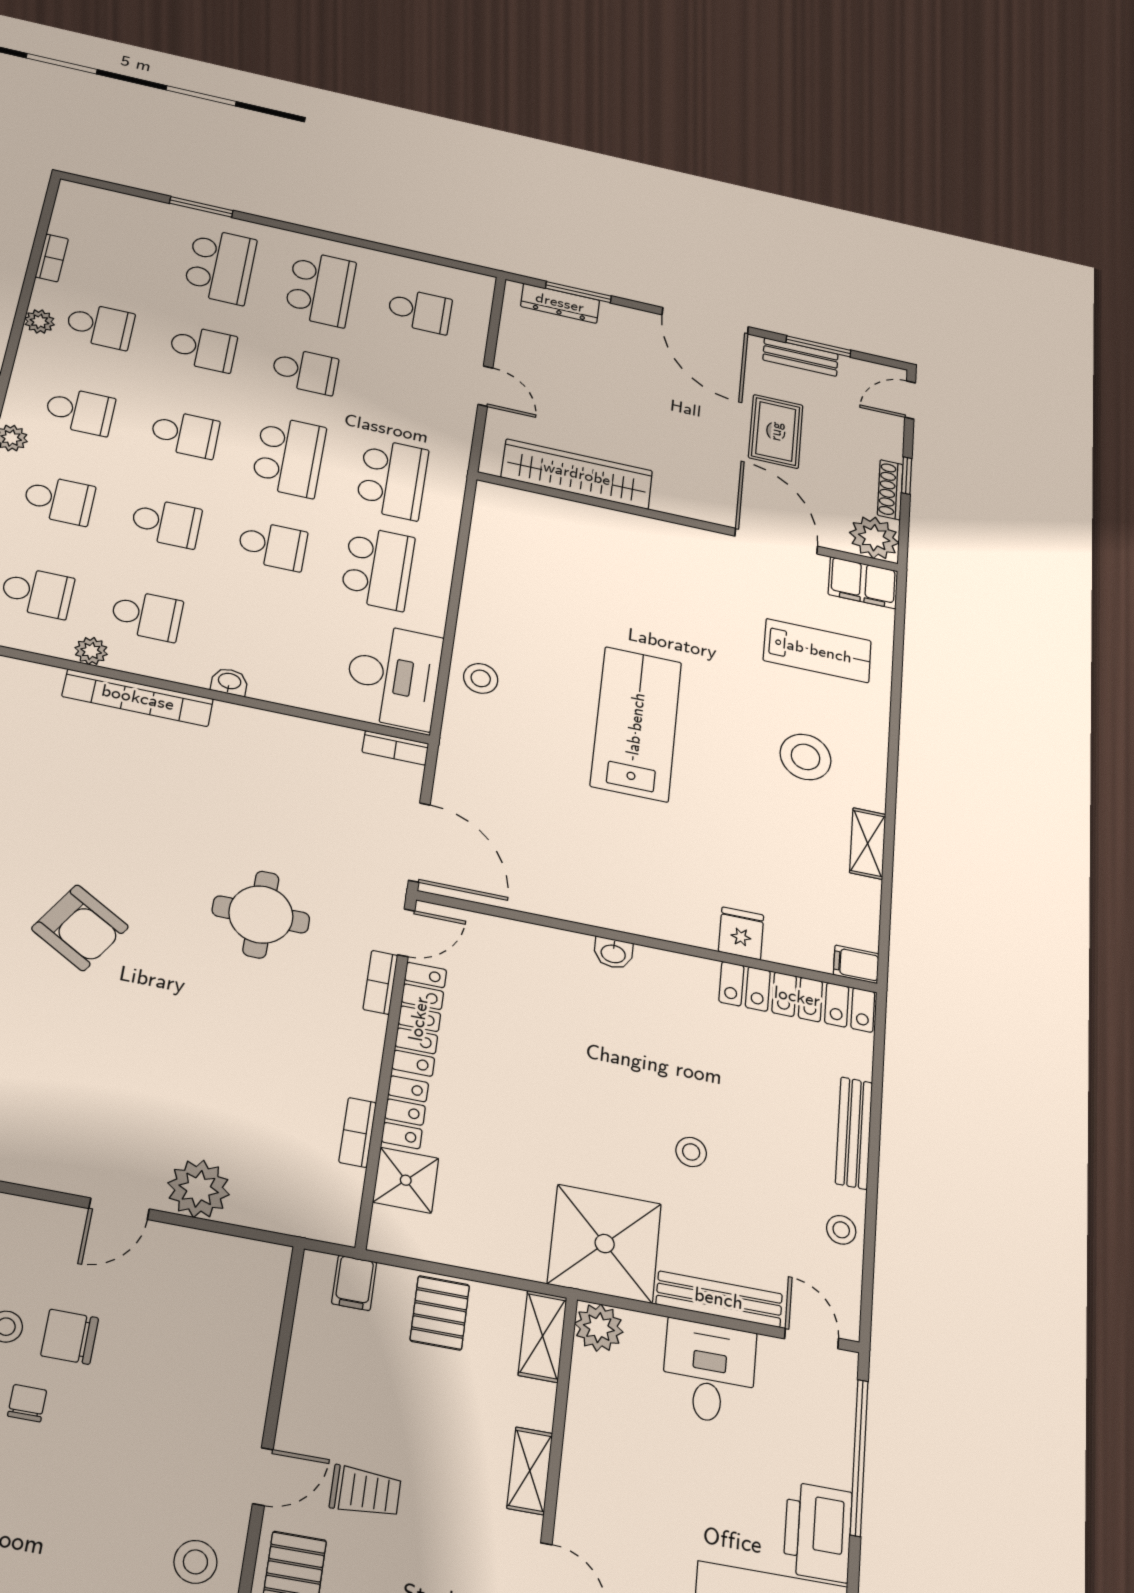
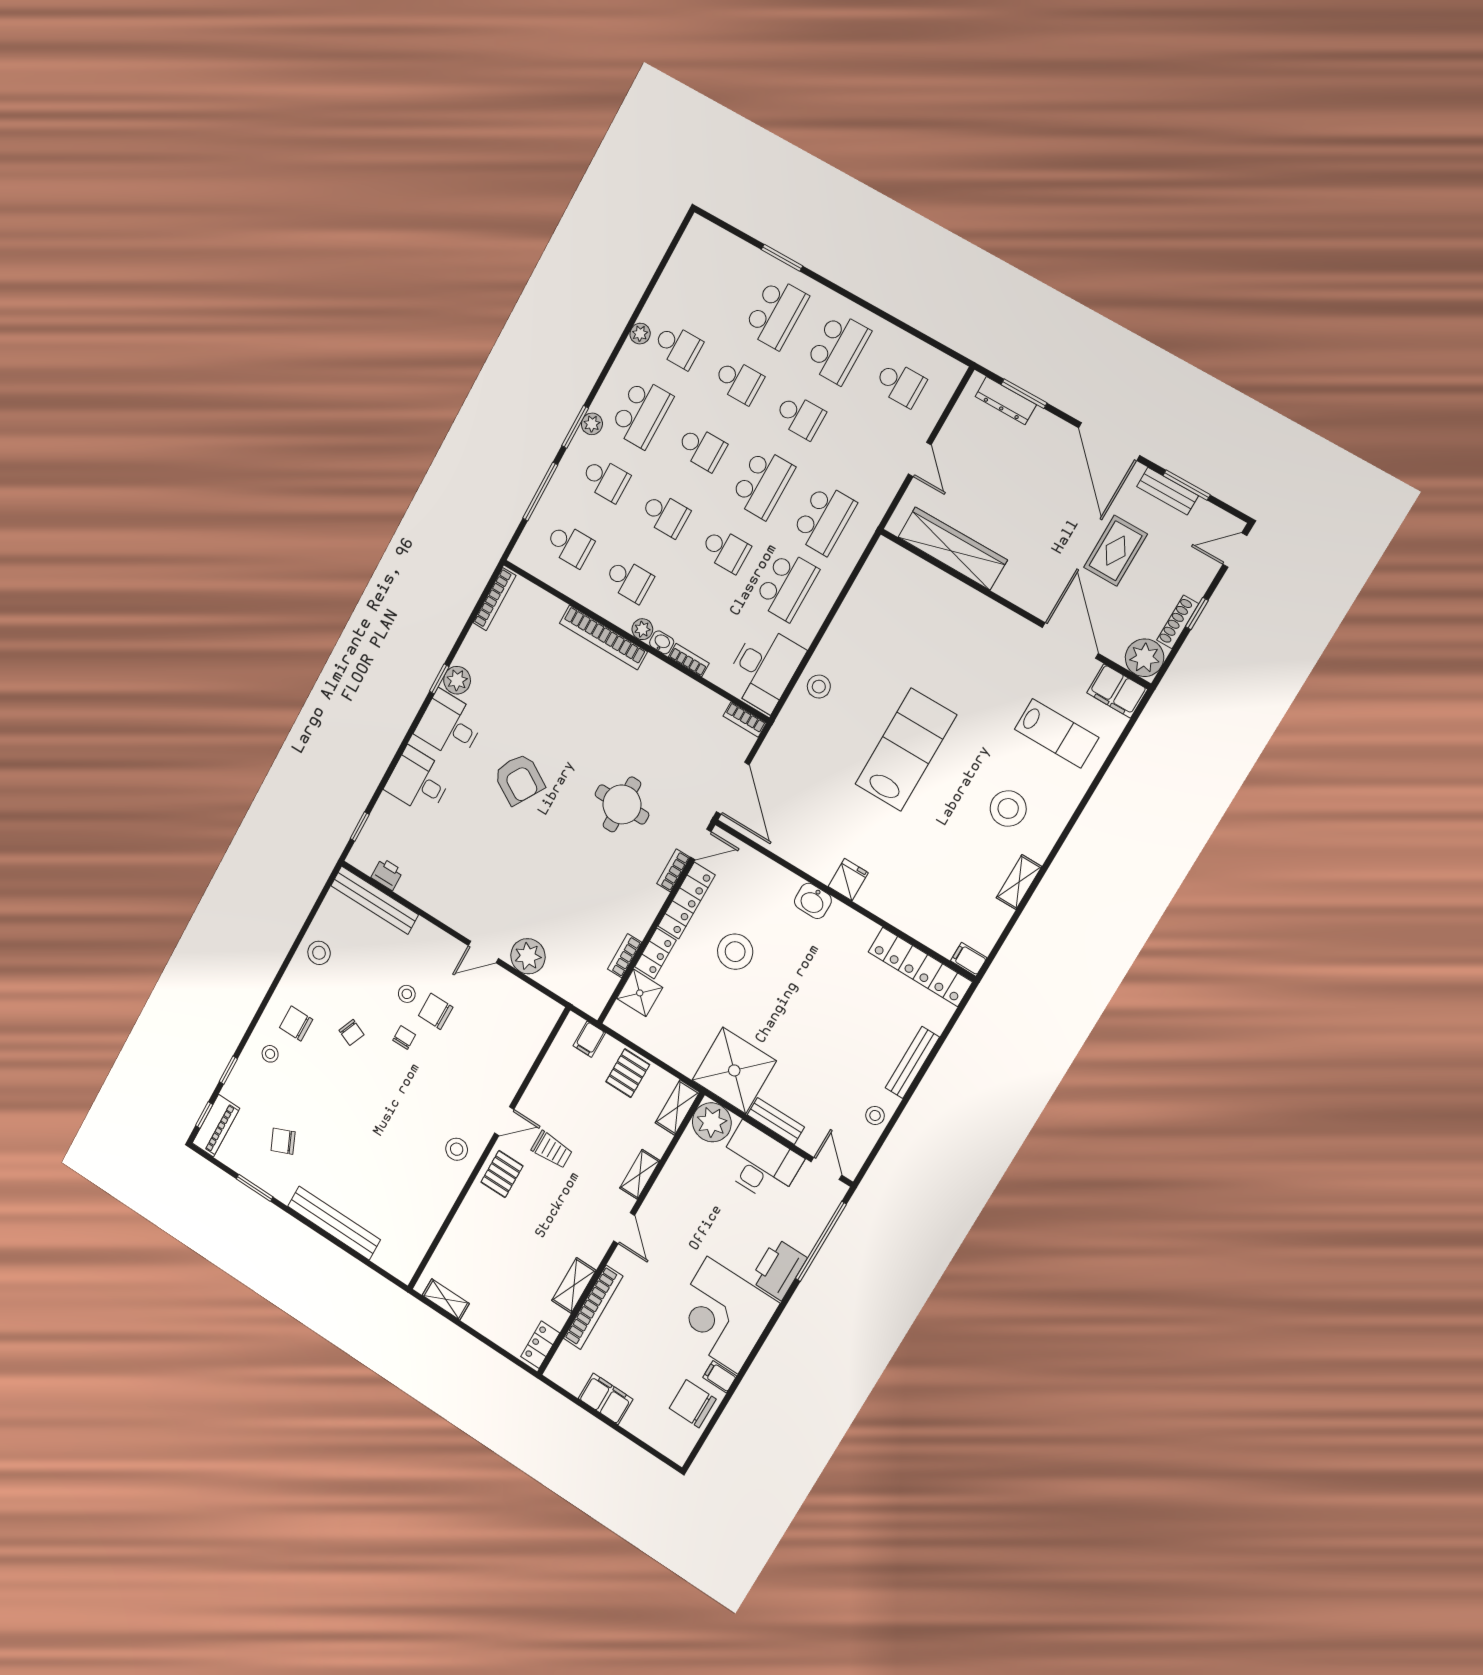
bookcase: (52, 258) -> (689, 660), moved, turned -90
school desk: (80, 411) -> (641, 413), width x1.85
plant: (91, 651) -> (642, 629), moved
fridge: (741, 933) -> (848, 880), moved
washbasin: (613, 953) -> (813, 901), width x1.38, depth x1.45
stool: (691, 1152) -> (735, 952), moved, width x1.89, depth x1.89
bench: (719, 1299) -> (776, 1121), width x0.73
plant: (599, 1328) -> (712, 1122), width x1.36, depth x1.36
desk: (709, 1372) -> (760, 1163), width x1.37

